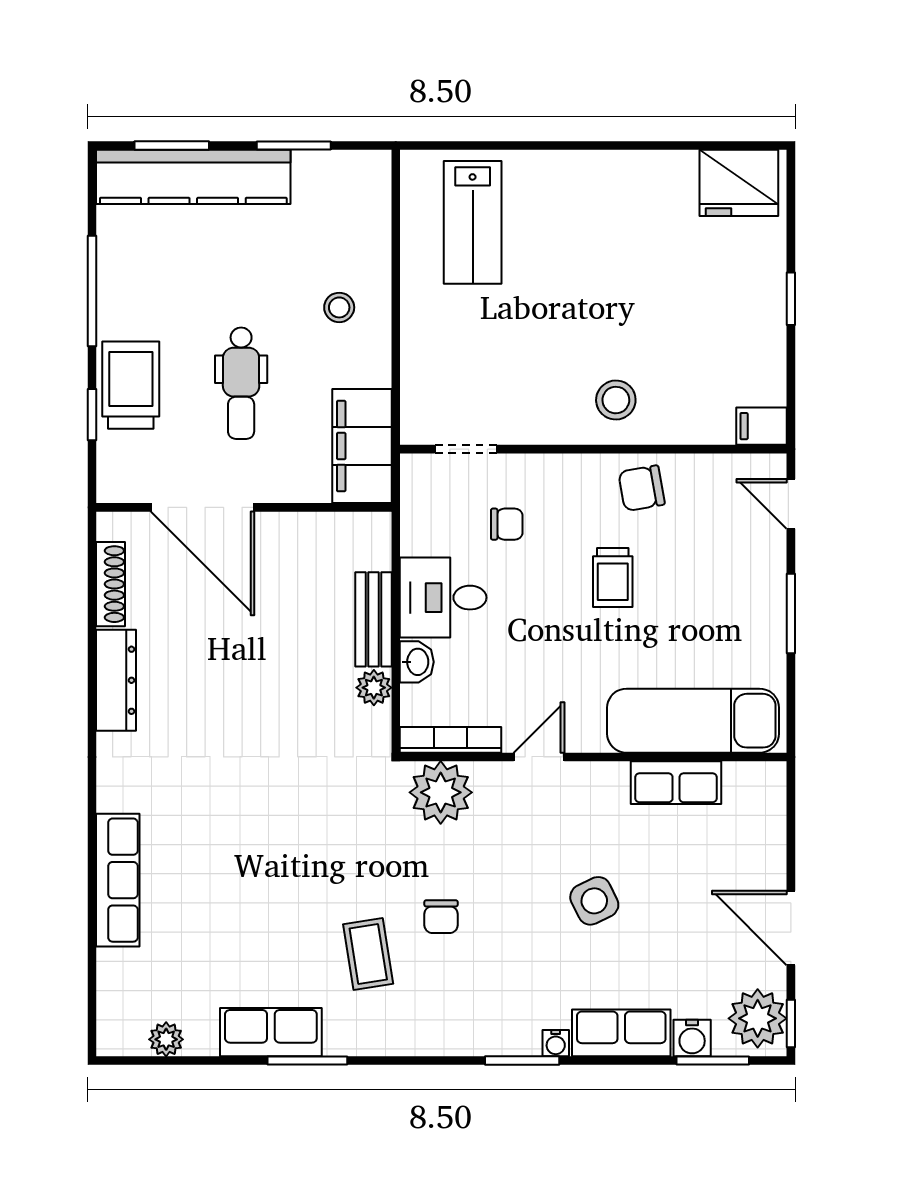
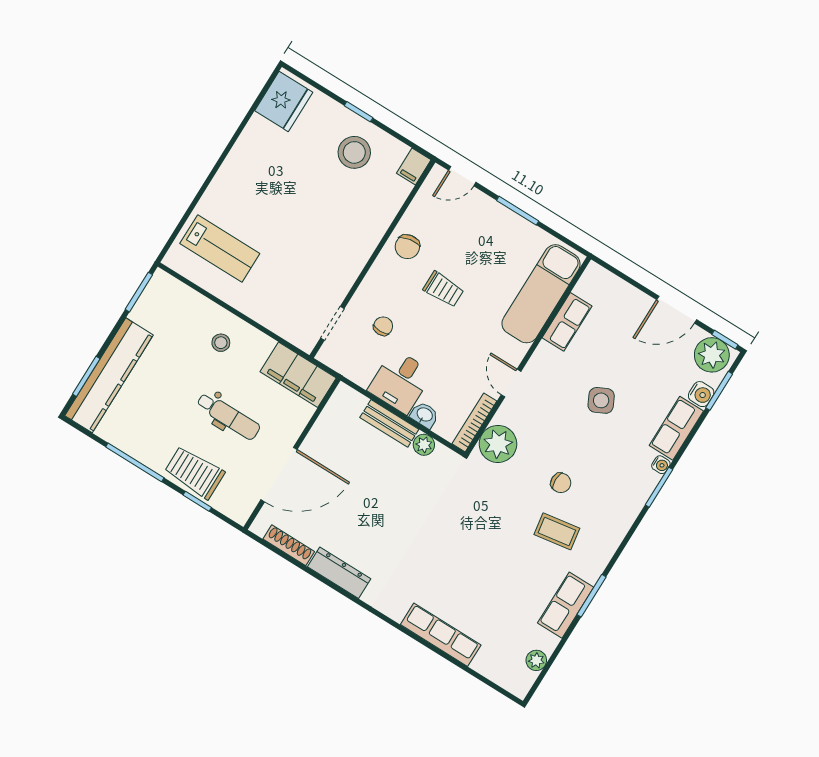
window: (294, 145) -> (139, 292), moved
stool: (616, 400) -> (354, 152), moved, width x1.38, depth x1.38

